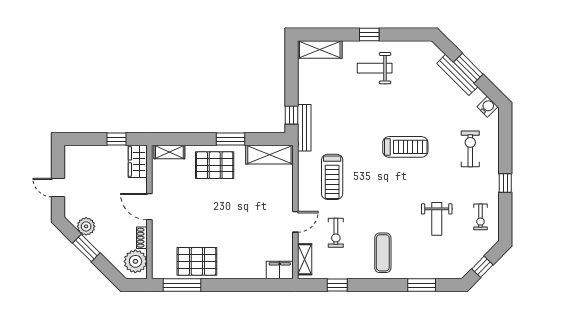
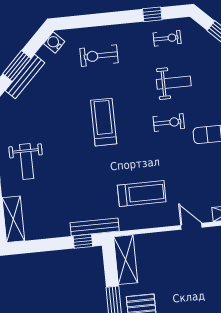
window: (505, 183) -> (152, 14), moved
exercise bike: (336, 233) -> (169, 122), moved

